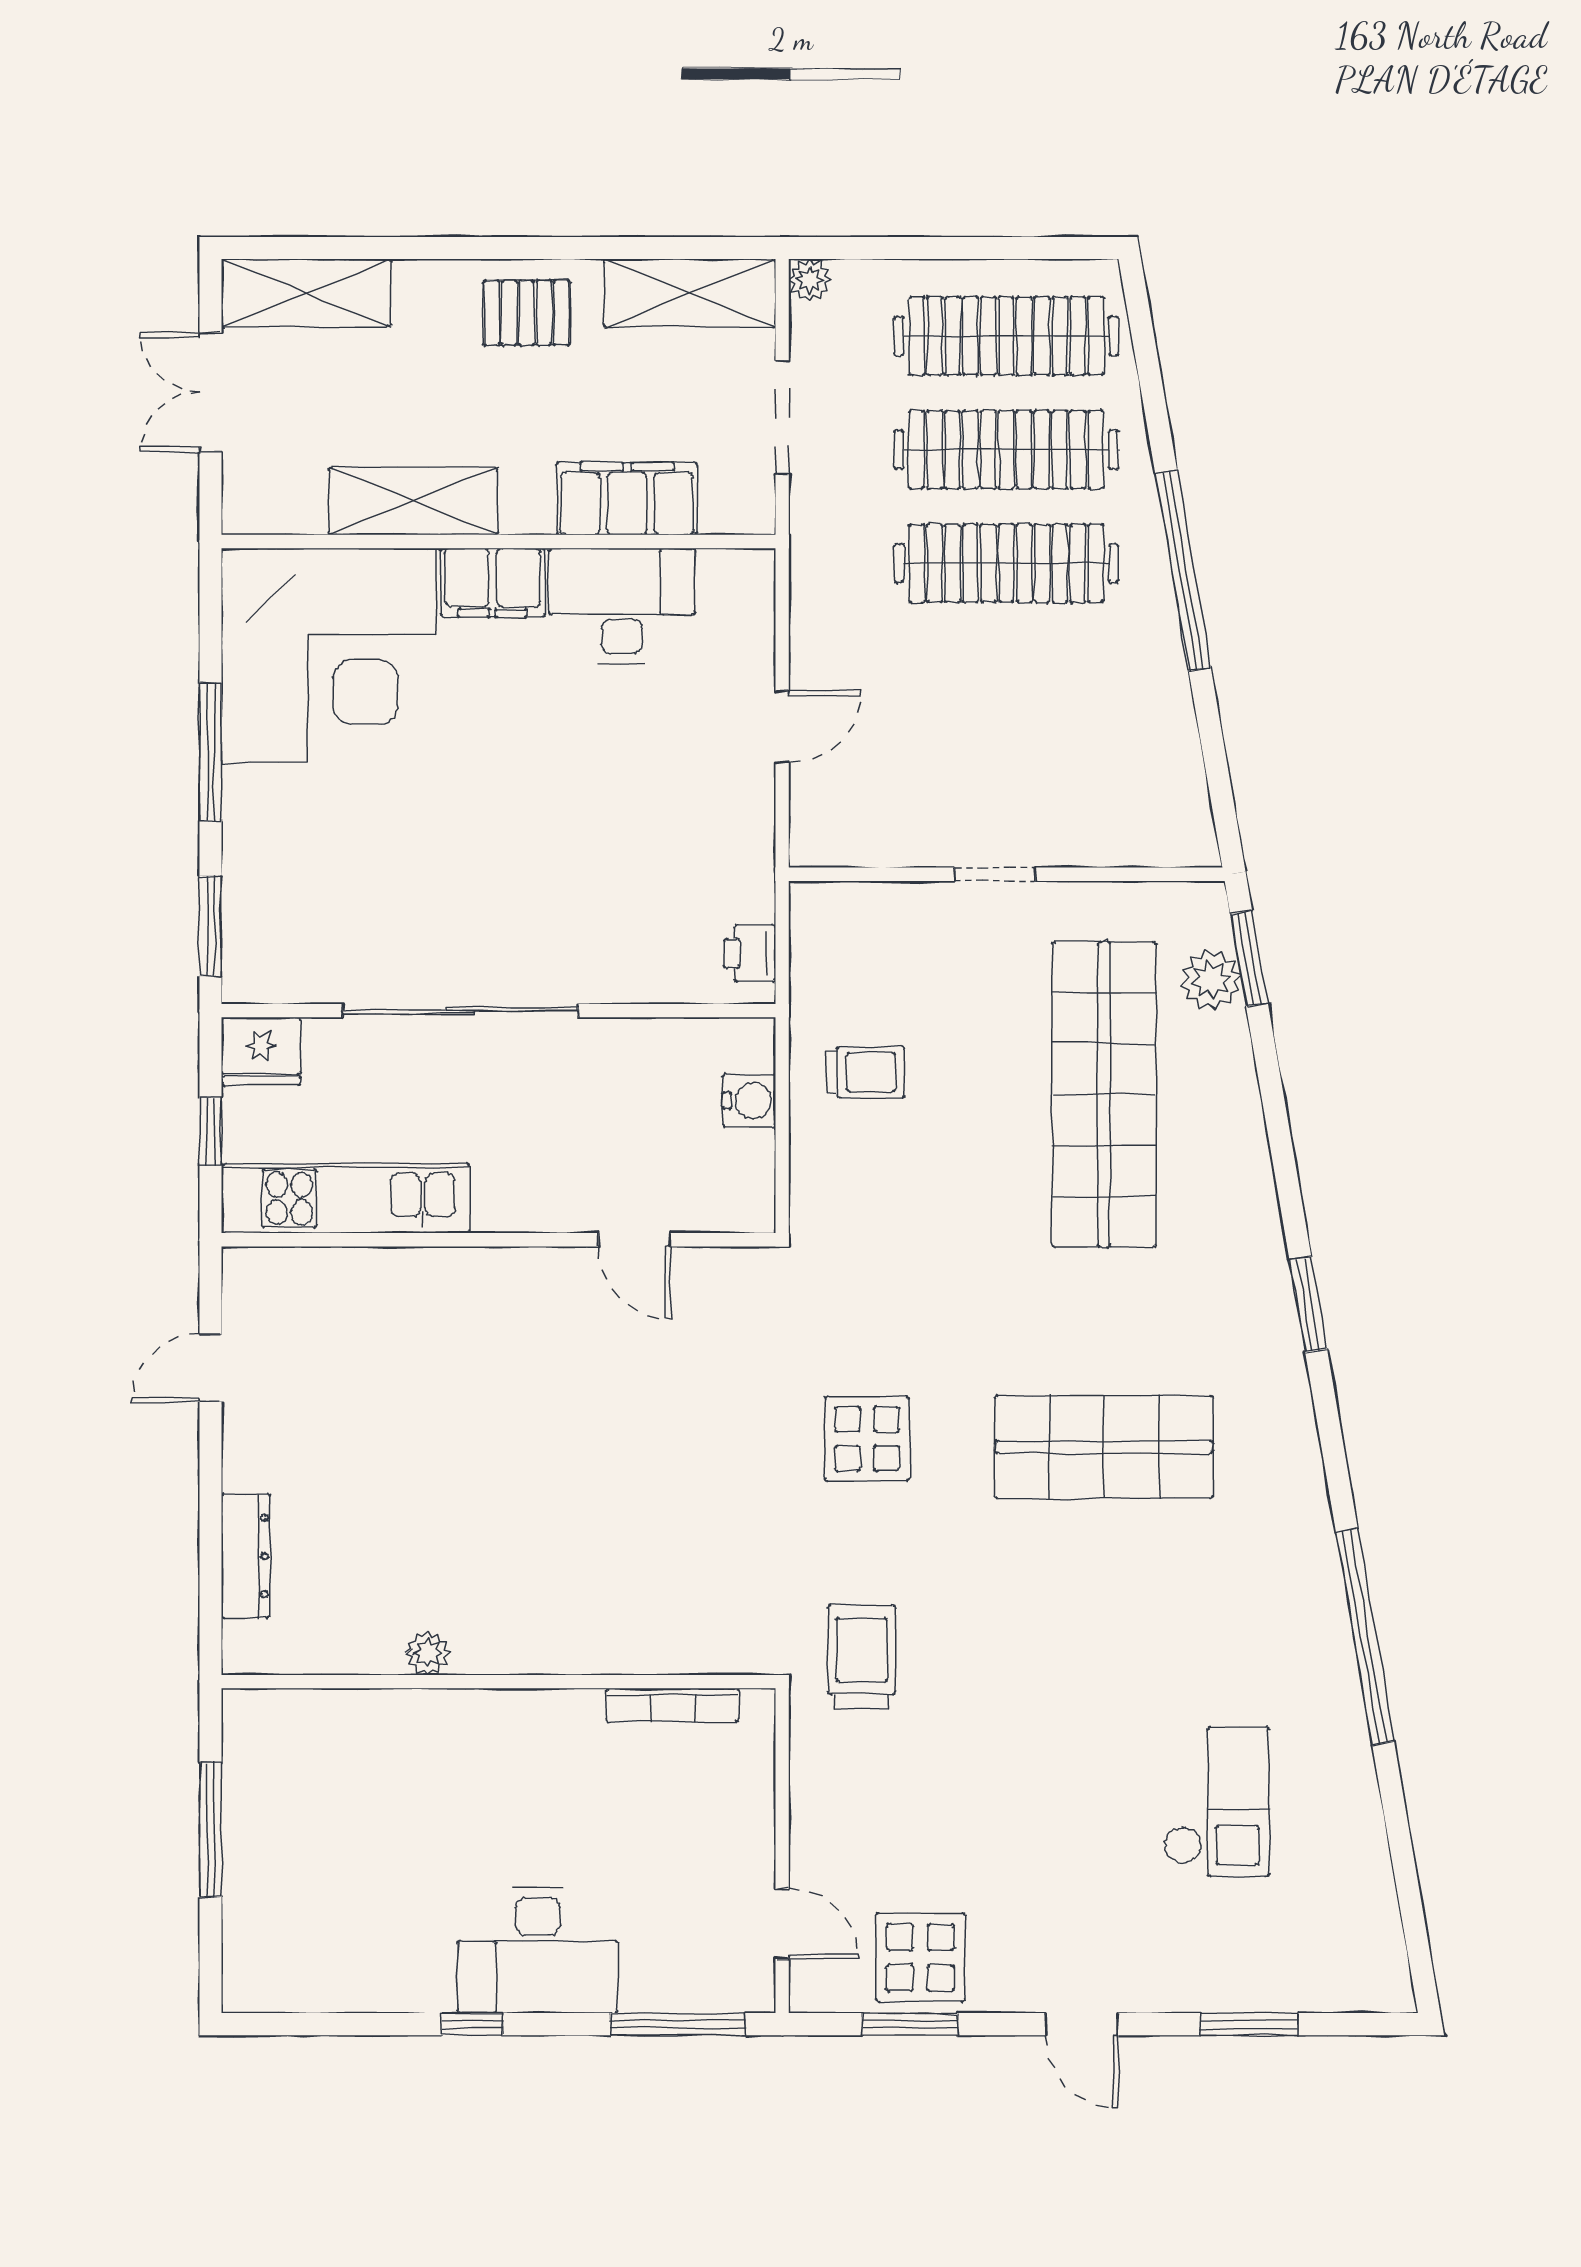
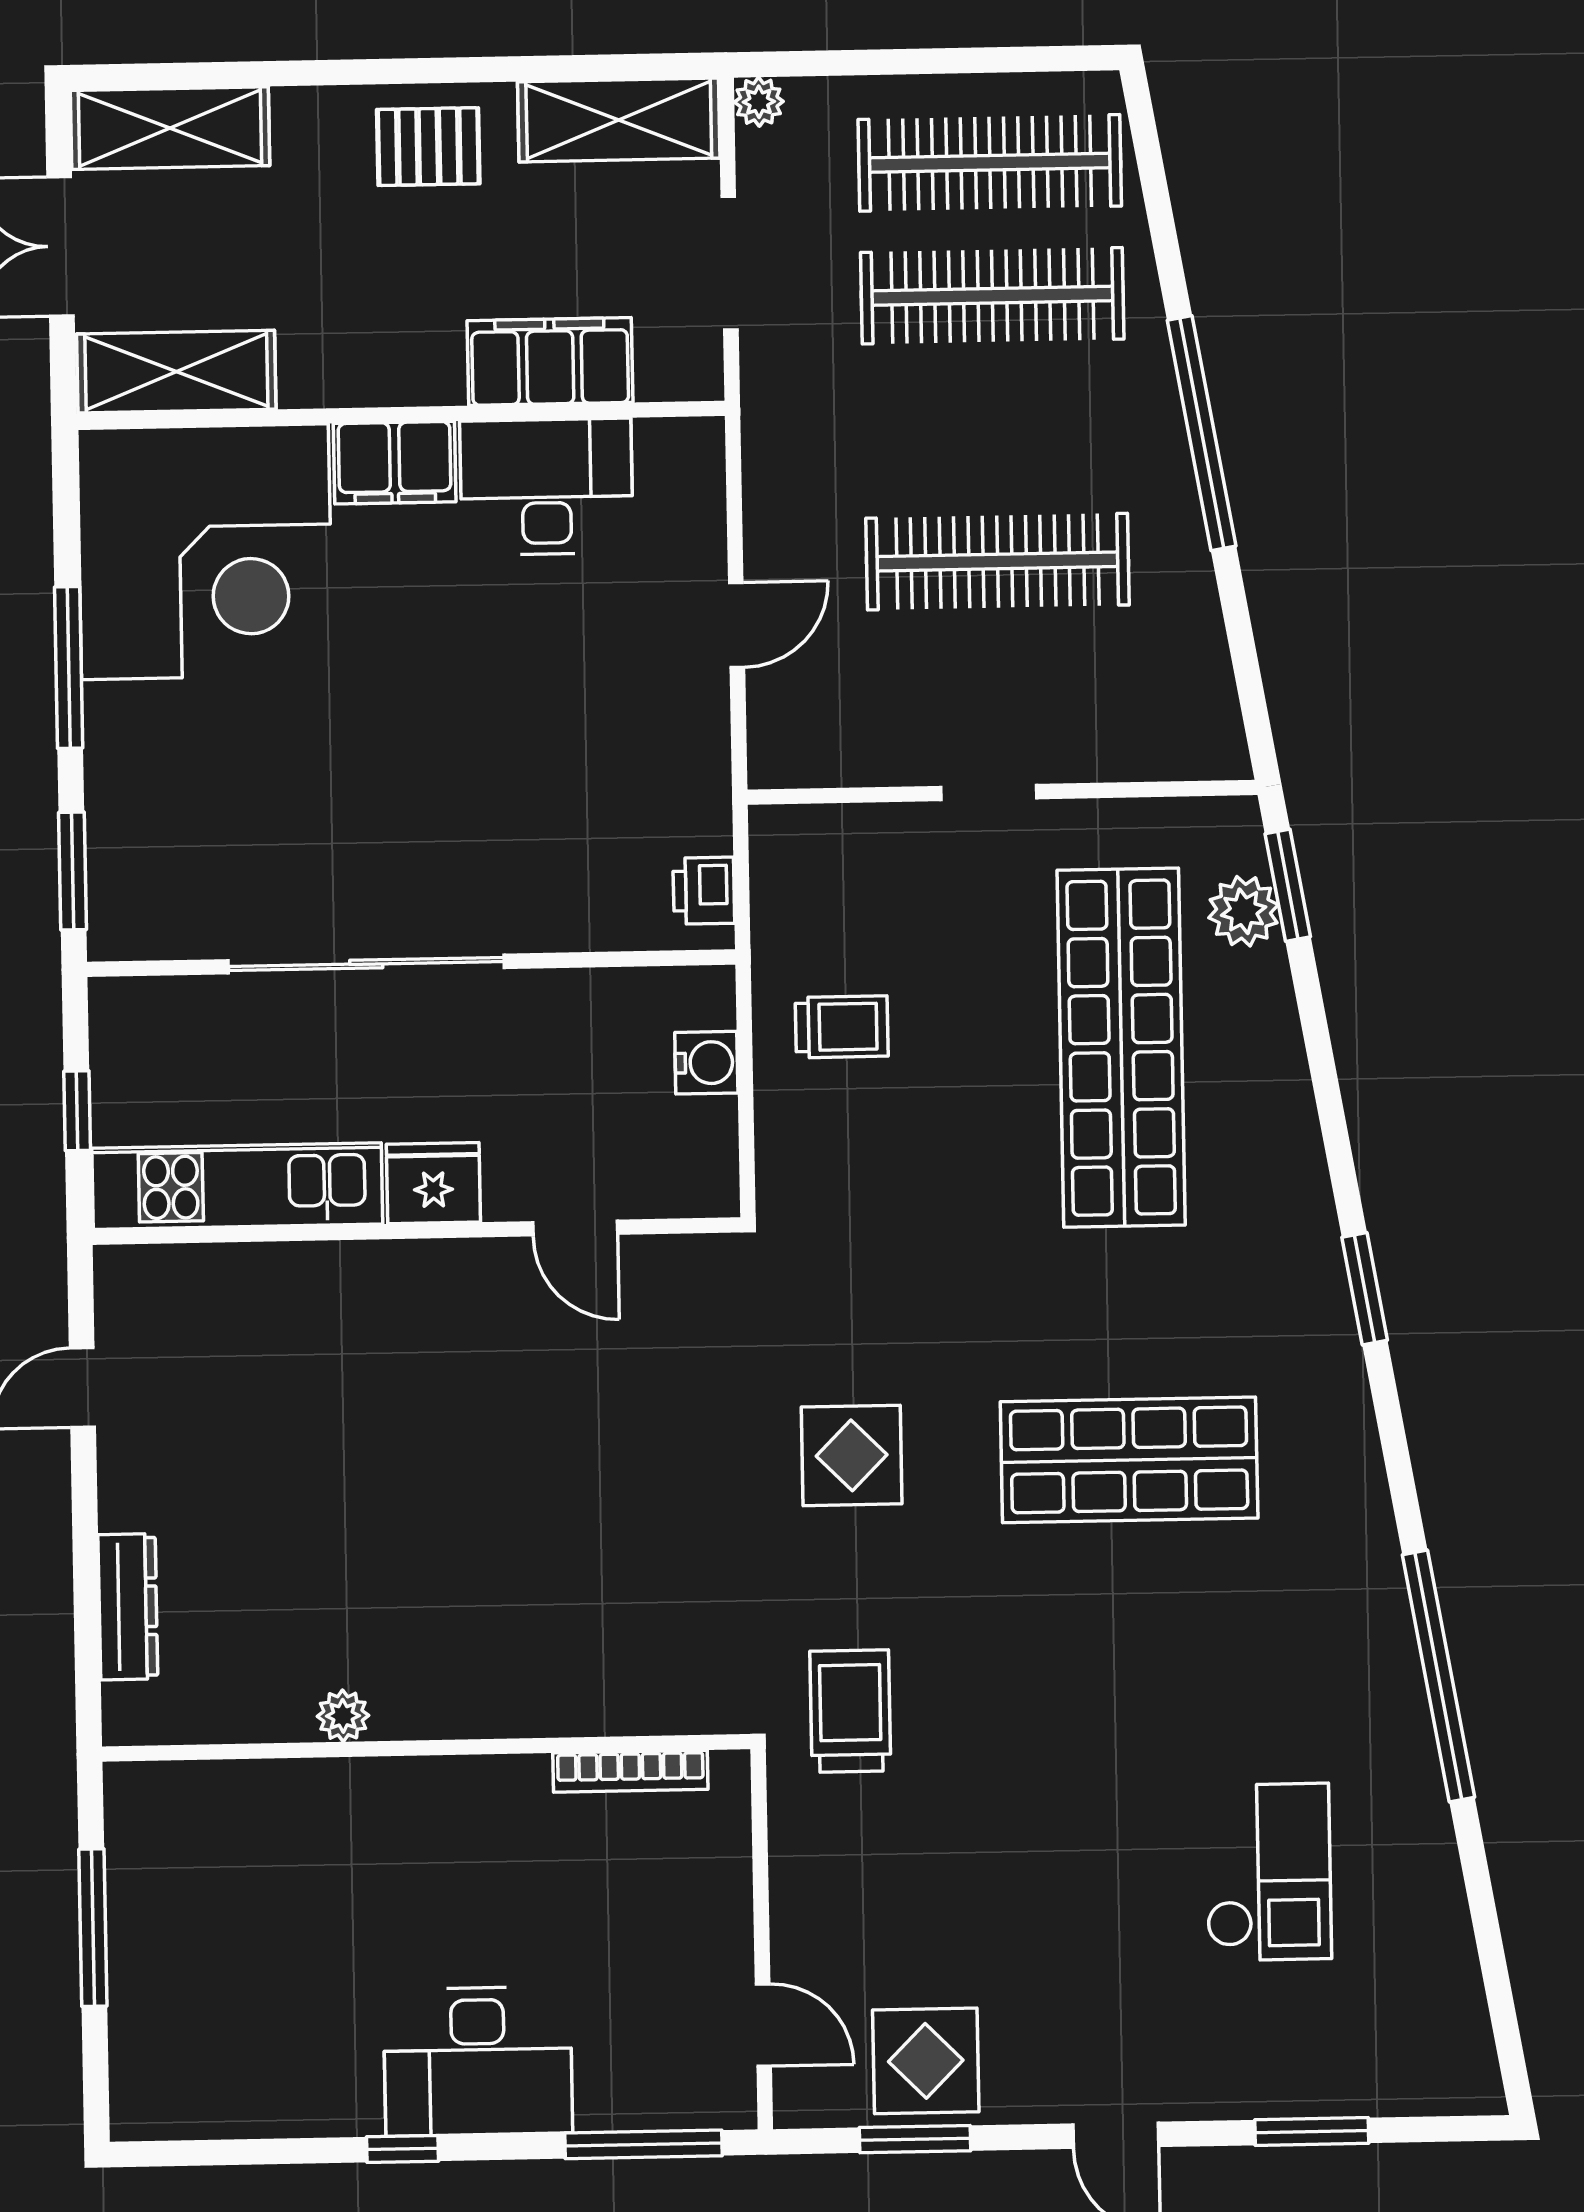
shelving: (413, 501) -> (176, 372), moved
clothes rail: (1006, 563) -> (997, 562), moved
fridge: (261, 1051) -> (433, 1183), moved, turned 180

